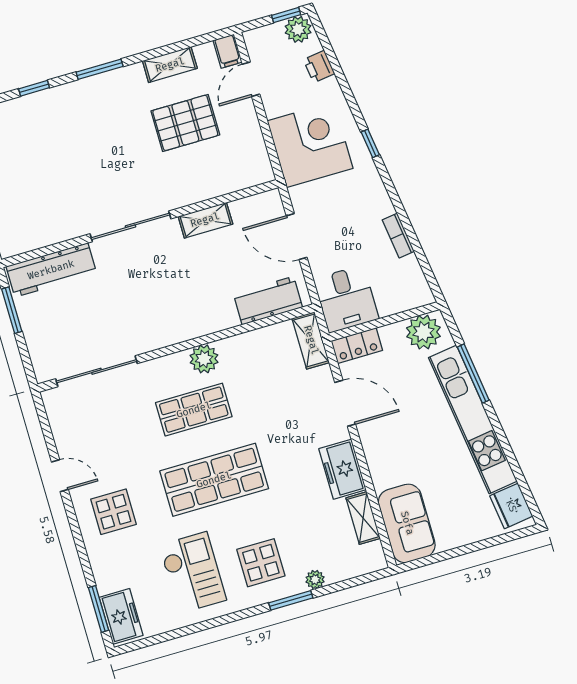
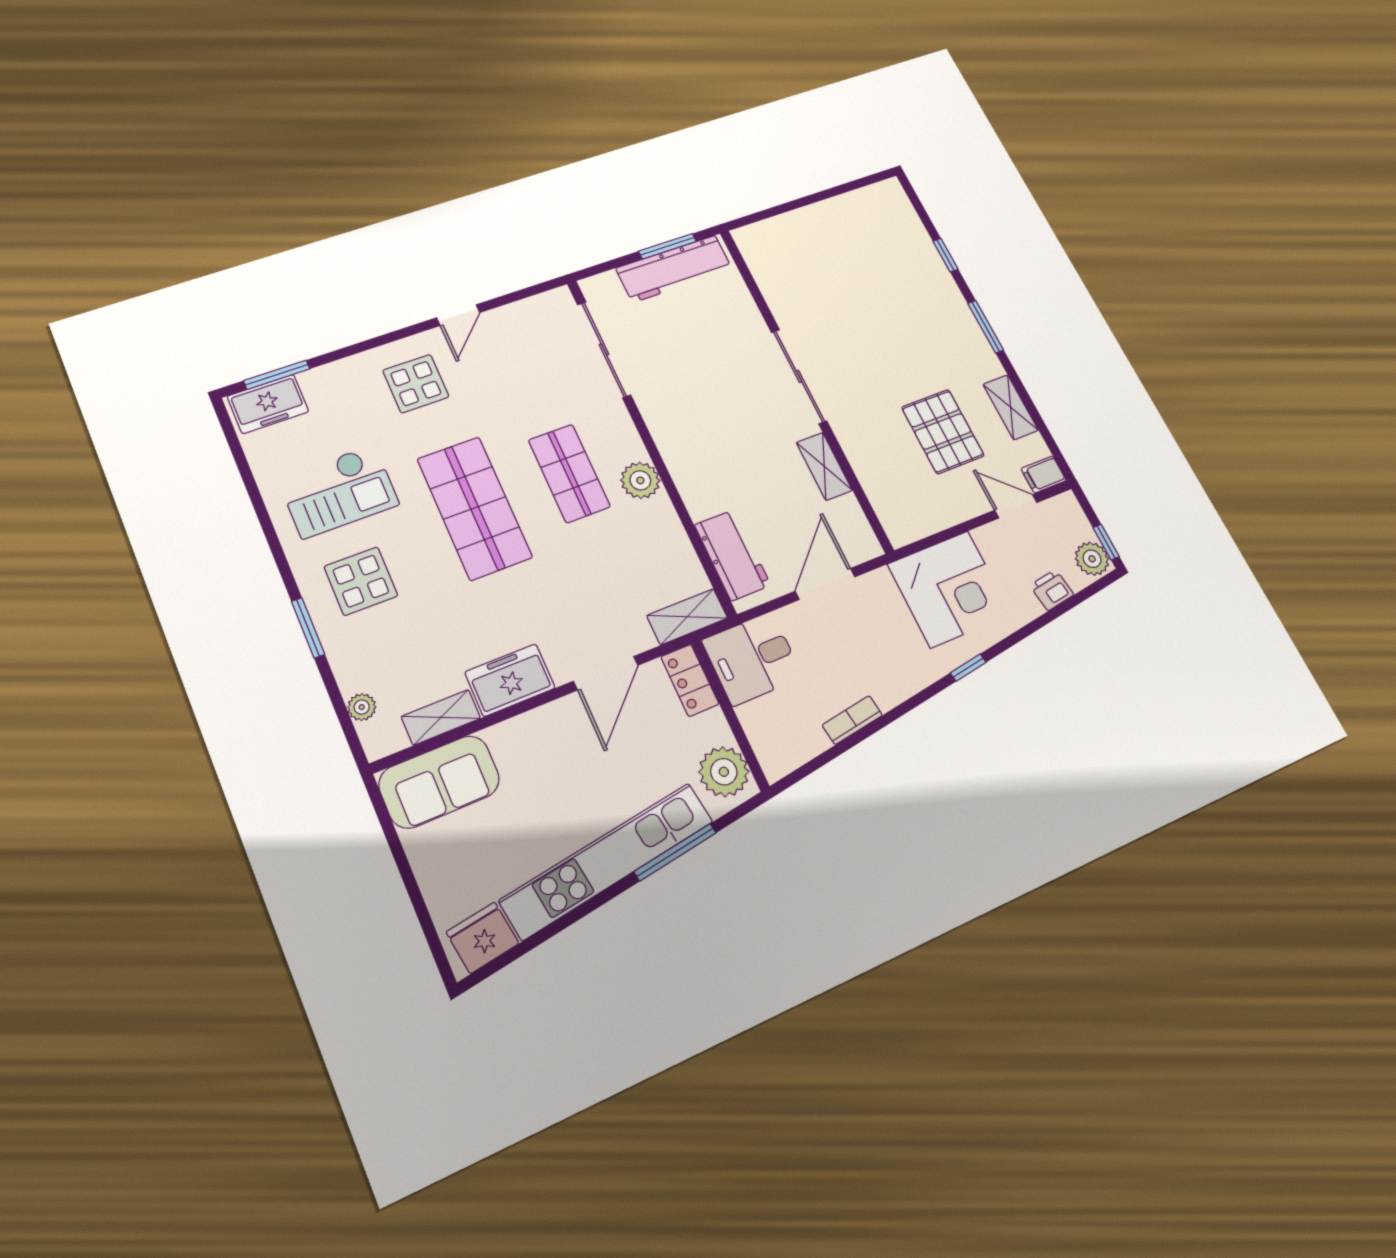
workbench: (51, 270) -> (674, 269), moved, turned -90
plant: (315, 580) -> (362, 707), moved

